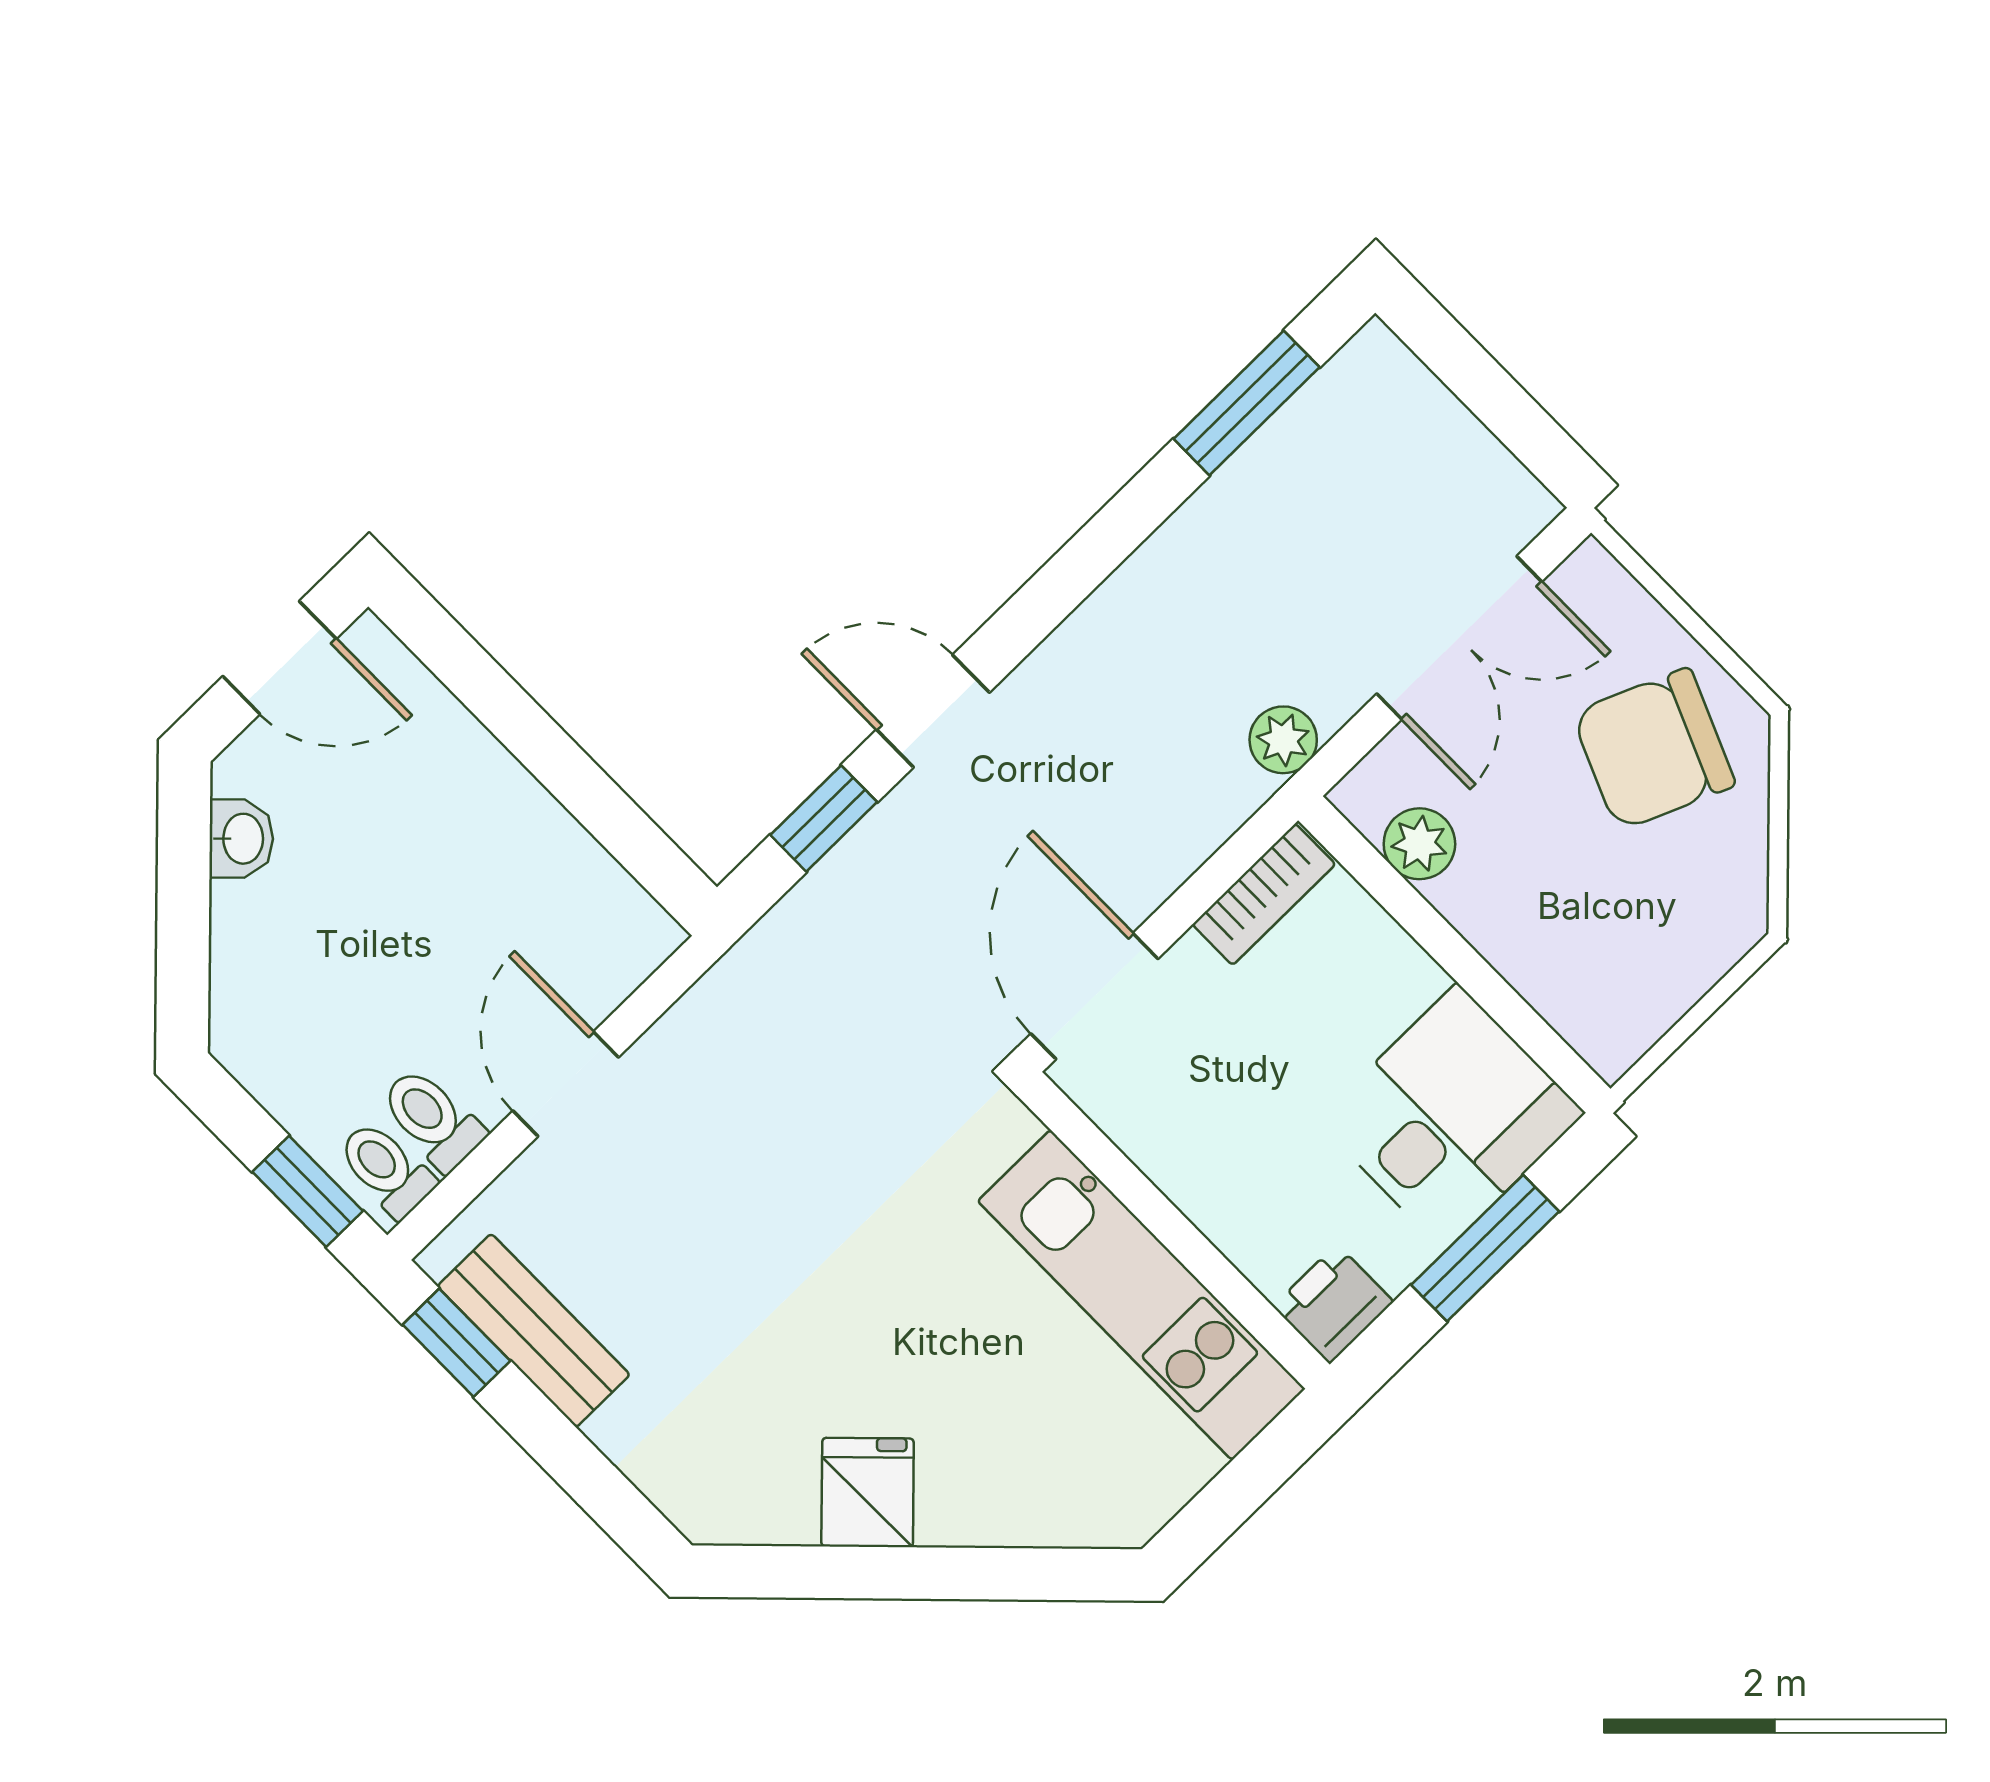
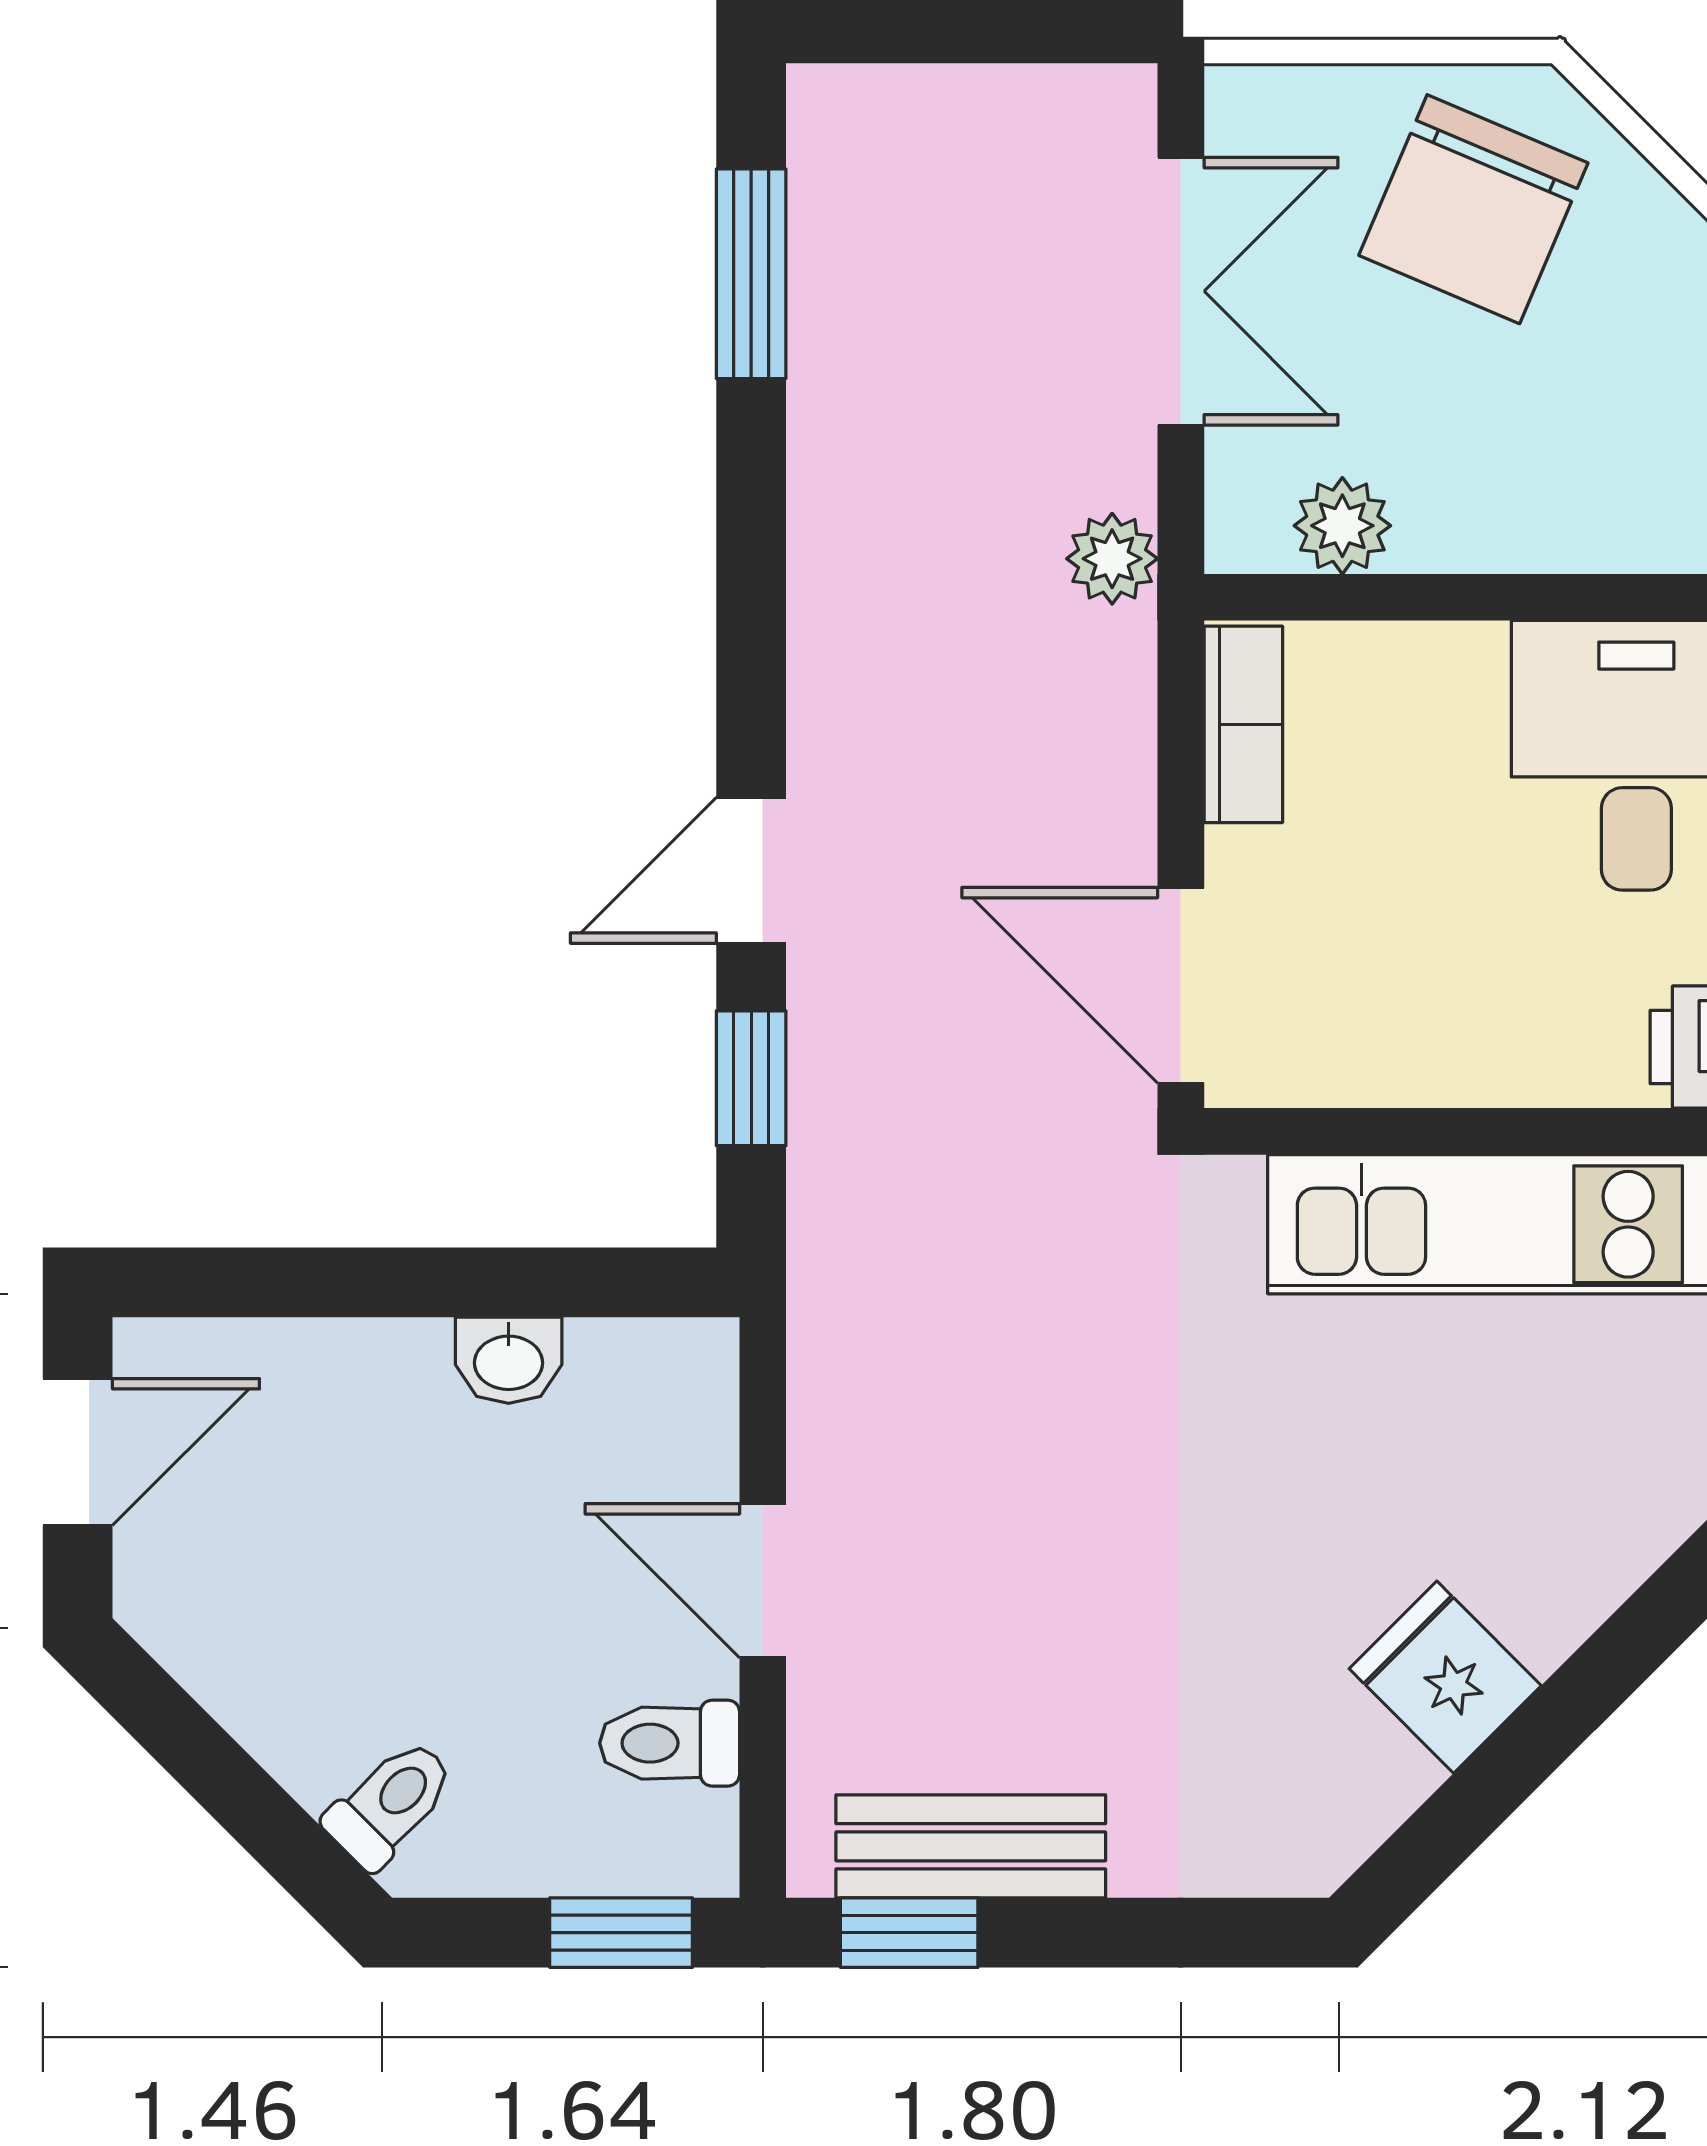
washbasin: (241, 839) -> (509, 1360), moved, turned 135
toilet: (386, 1169) -> (390, 1803), moved, turned 135

